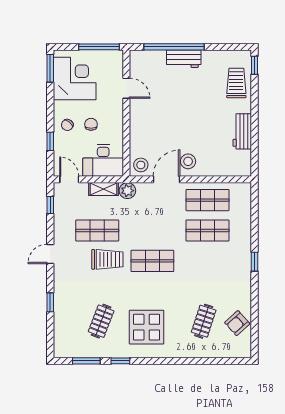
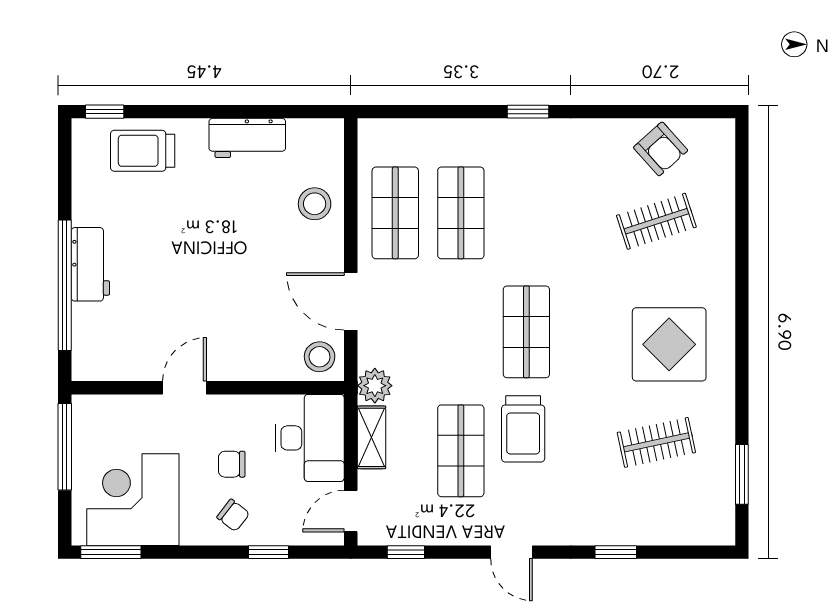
door: (126, 88) -> (185, 388), moved
stool: (188, 161) -> (315, 204), moved
trolley: (107, 259) -> (523, 429), turned 180
clothes rail: (101, 321) -> (656, 442), turned -33
clothes rail: (204, 321) -> (656, 221), turned -36
window: (120, 361) -> (742, 401), removed

